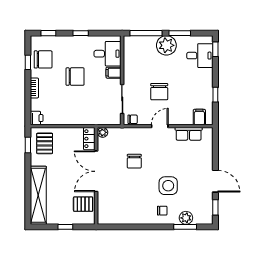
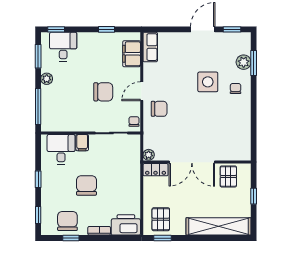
window: (180, 33) -> (38, 56), moved
plant: (166, 45) -> (47, 79), width x0.53, depth x0.53
filing cabinet: (199, 117) -> (132, 54), width x2.00
printer: (37, 118) -> (126, 225), width x1.87, depth x1.48
door: (160, 126) -> (142, 91), hinge flipped
row of seats: (189, 134) -> (150, 47), moved
pallet: (45, 143) -> (161, 219), turned 90
chair: (134, 161) -> (159, 109), moved

